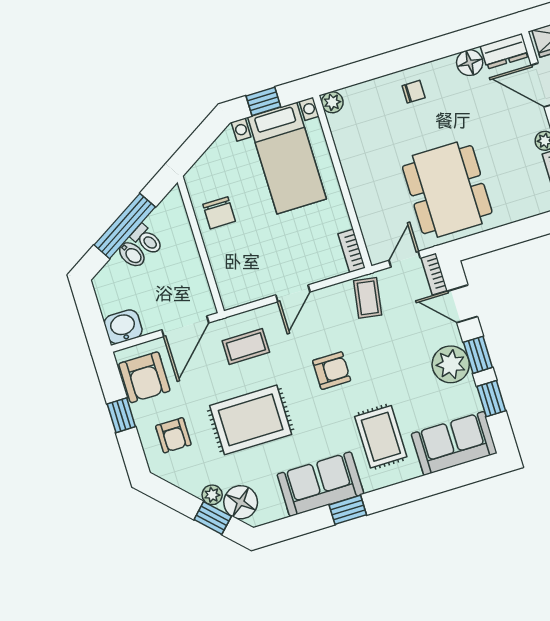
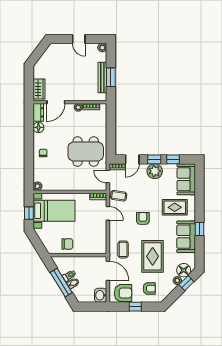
door: (293, 293) -> (108, 213), moved

